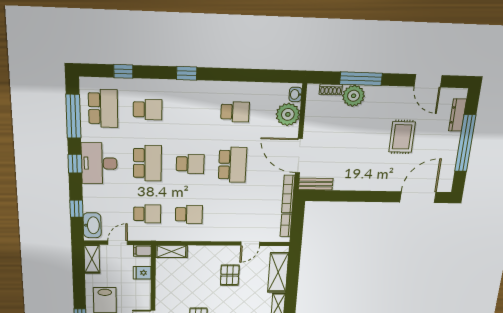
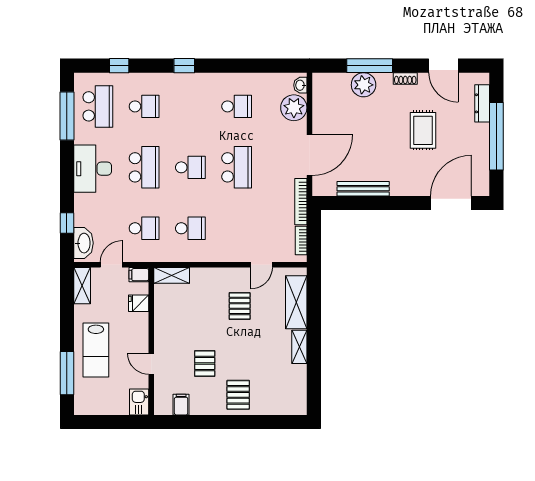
shoe rack: (331, 89) -> (405, 78), moved
door: (299, 156) -> (309, 155), swing flipped
window: (75, 164) -> (67, 169), removed
bench: (316, 184) -> (363, 189), moved, width x1.36

